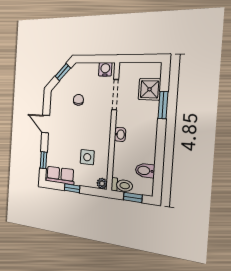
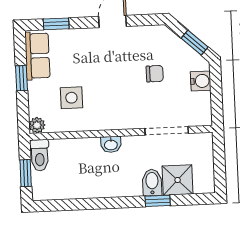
water cooler: (105, 69) -> (201, 81), moved
window: (163, 105) -> (158, 201), width x0.67
bidet: (145, 171) -> (152, 183), moved

